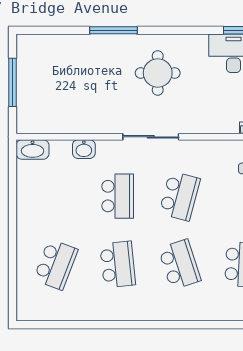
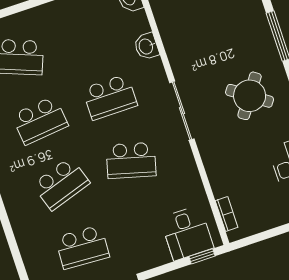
round table: (158, 73) -> (250, 96), turned 35

